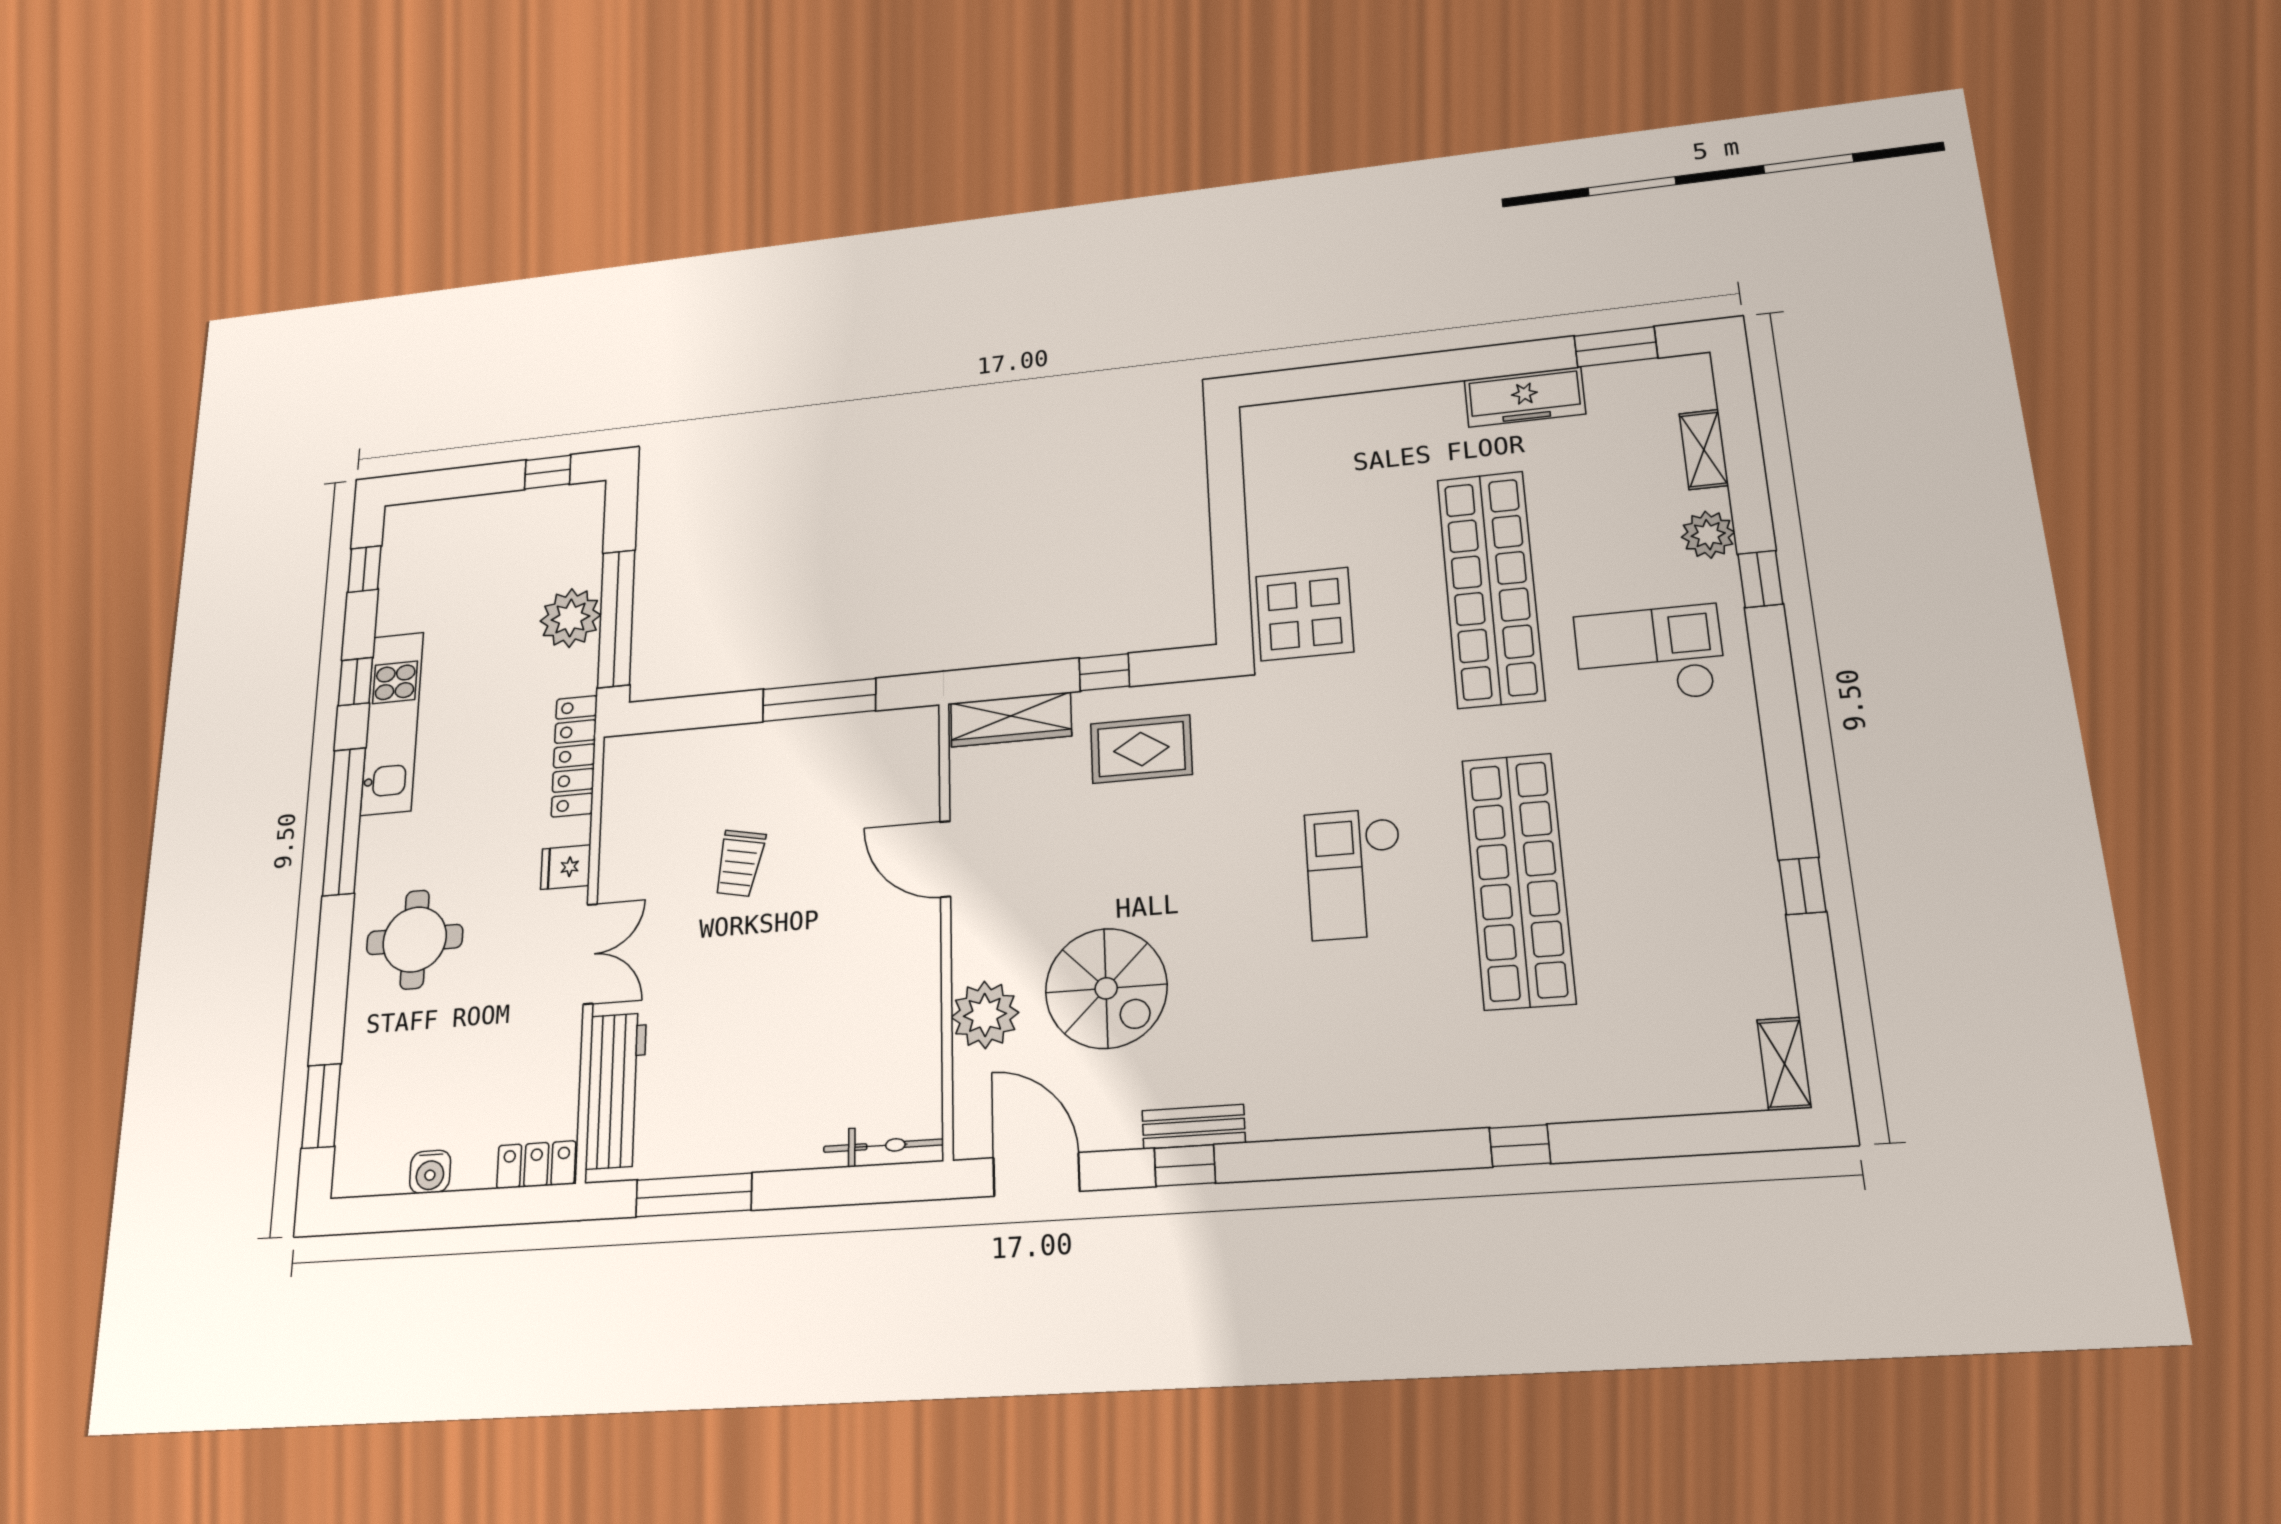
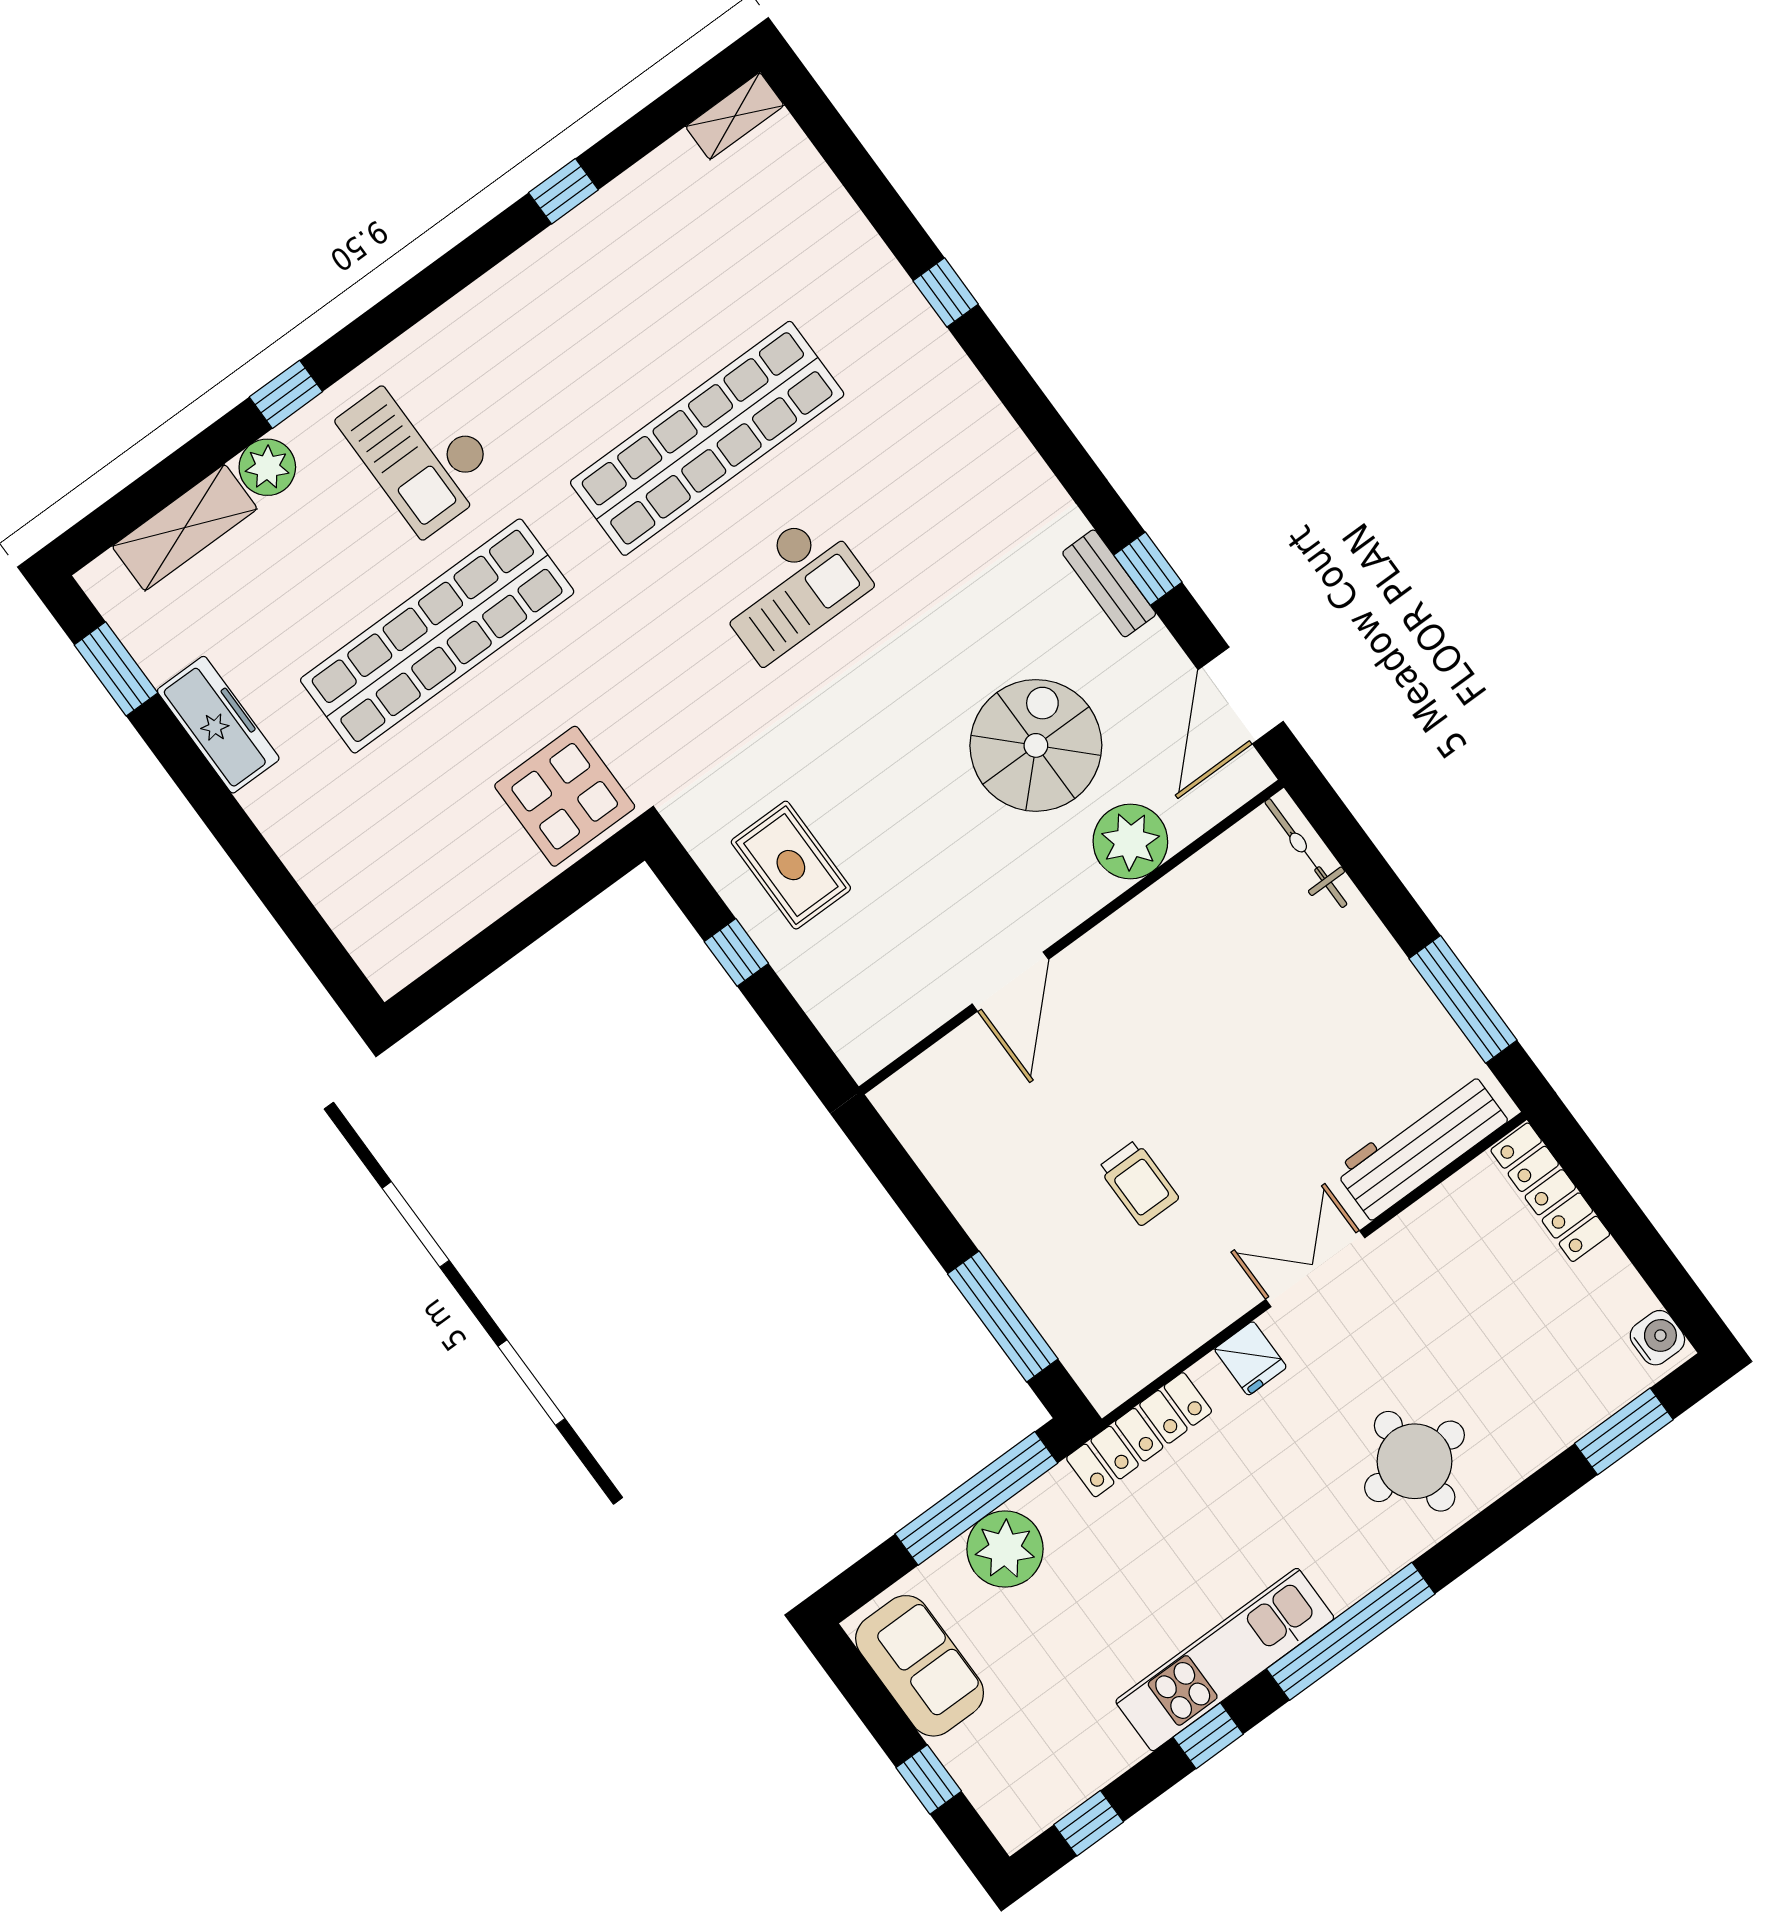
shelving: (1704, 449) -> (185, 528), width x1.50, depth x1.33
window: (548, 472) -> (929, 1779), moved
sofa: (541, 517) -> (920, 1666), added
window: (819, 700) -> (1003, 1316), moved
wardrobe: (1011, 720) -> (837, 1012), removed
trolley: (739, 863) -> (1139, 1183), turned 79
locker: (536, 1165) -> (1550, 1192), width x1.53
water cooler: (430, 1172) -> (1657, 1338), moved

